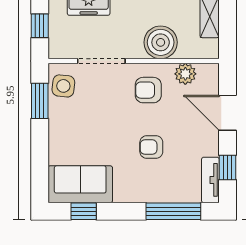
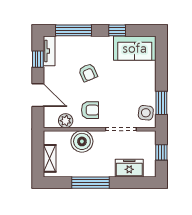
armchair: (151, 147) -> (88, 73), turned 67
window: (84, 211) -> (117, 30), moved

